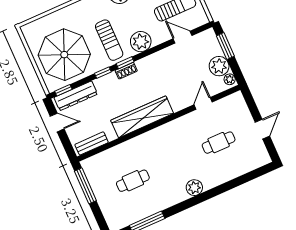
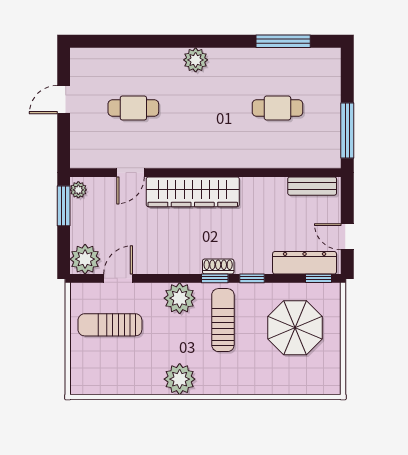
door: (183, 37) -> (118, 278), swing flipped
window: (225, 46) -> (64, 206), moved
parasol: (64, 55) -> (295, 328), width x0.73, depth x0.73
plant: (219, 66) -> (85, 259), moved
wardrobe: (142, 117) -> (193, 192), moved

